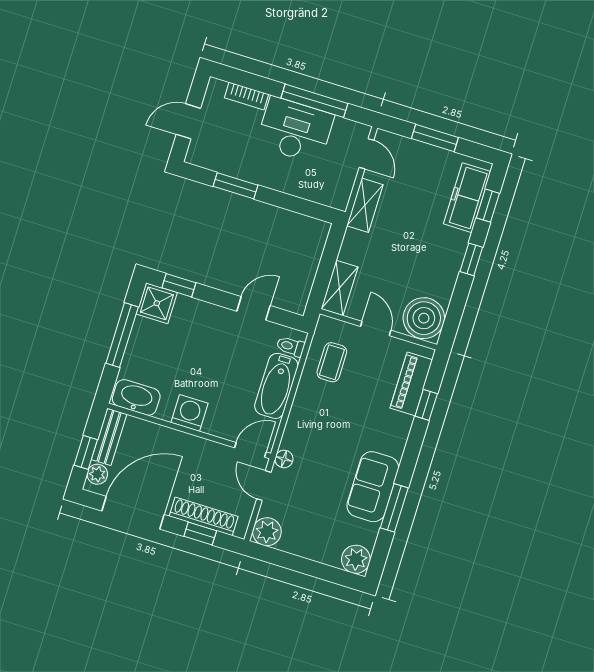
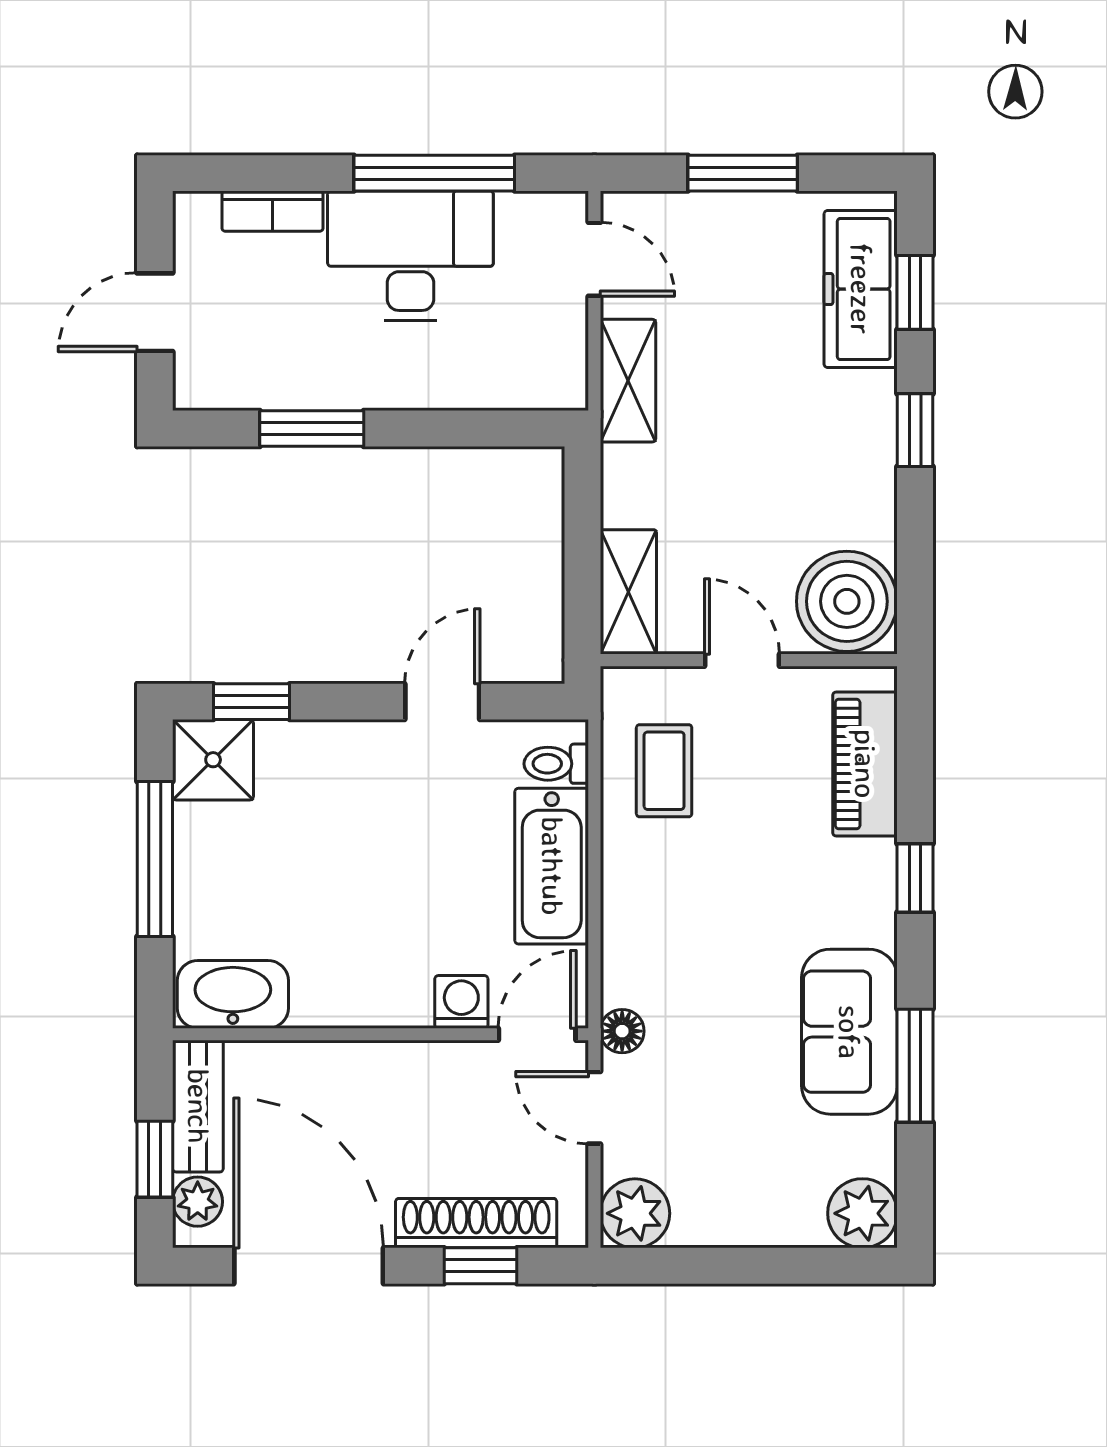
window: (426, 405) -> (915, 878), moved
washing machine: (189, 413) -> (461, 1002), moved, width x0.73, depth x0.73
door: (133, 513) -> (309, 1266), hinge flipped

